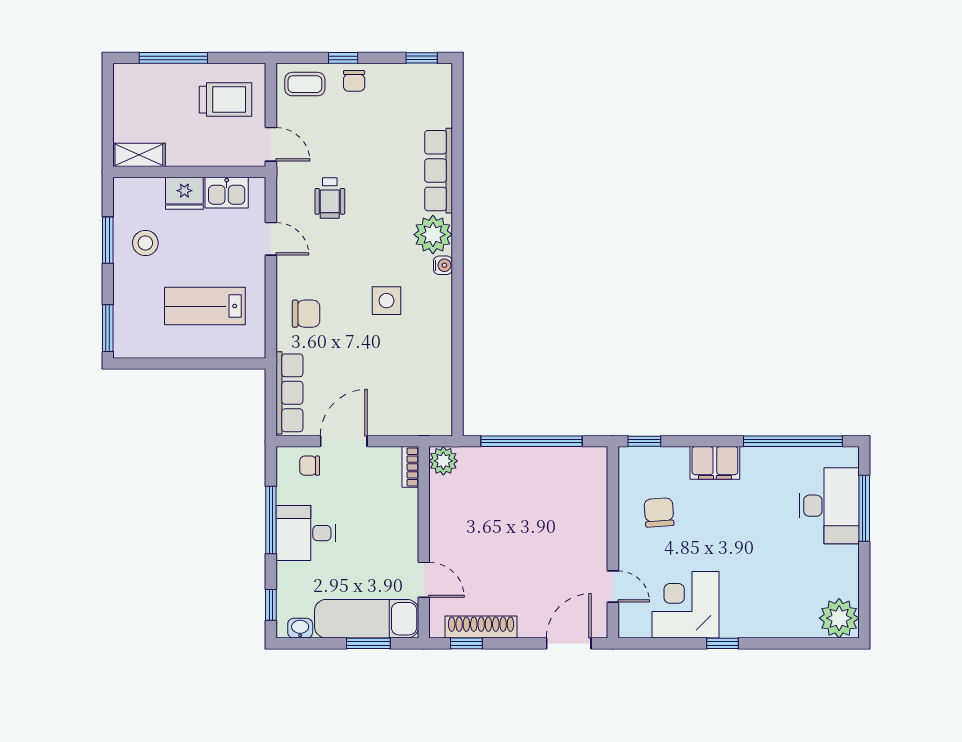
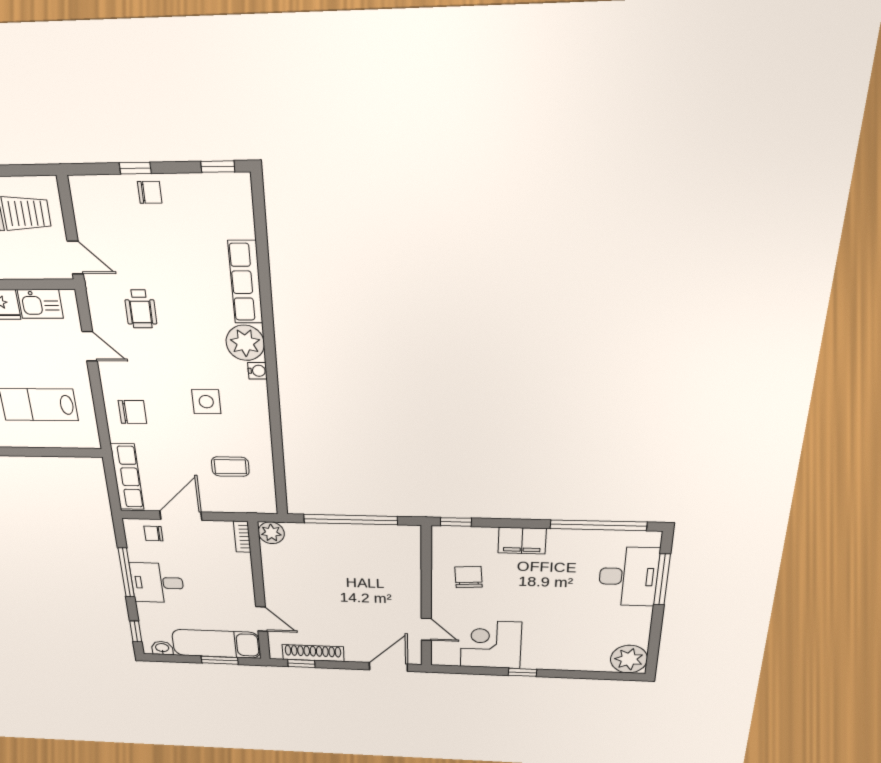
chair: (354, 81) -> (150, 192), turned -90
coffee table: (305, 84) -> (230, 467), moved

